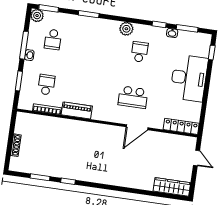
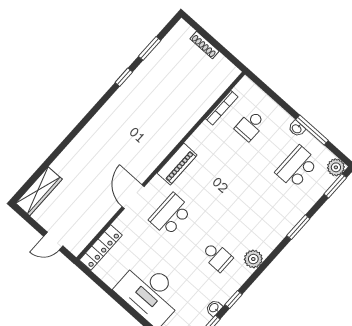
school desk: (53, 39) -> (297, 167), width x1.85
window: (19, 81) -> (275, 97), removed
school desk: (46, 85) -> (250, 126), turned 90
piano: (77, 110) -> (177, 164), moved

